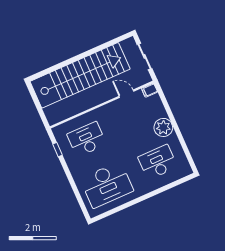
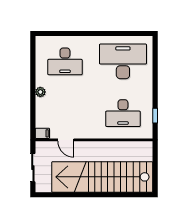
plant: (163, 127) -> (40, 92), width x0.53, depth x0.53

